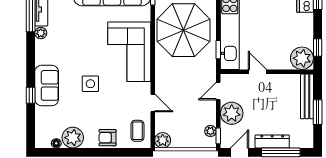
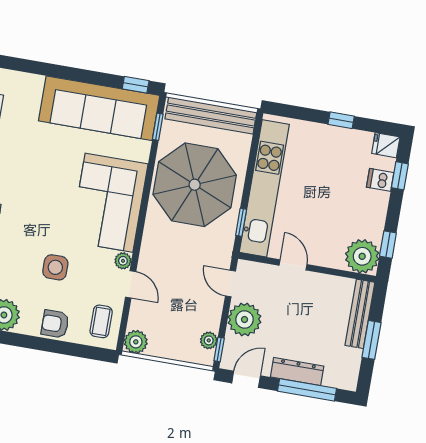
side table: (90, 84) -> (55, 267), moved
plant: (145, 88) -> (123, 261), added
door: (218, 91) -> (231, 283), hinge flipped

